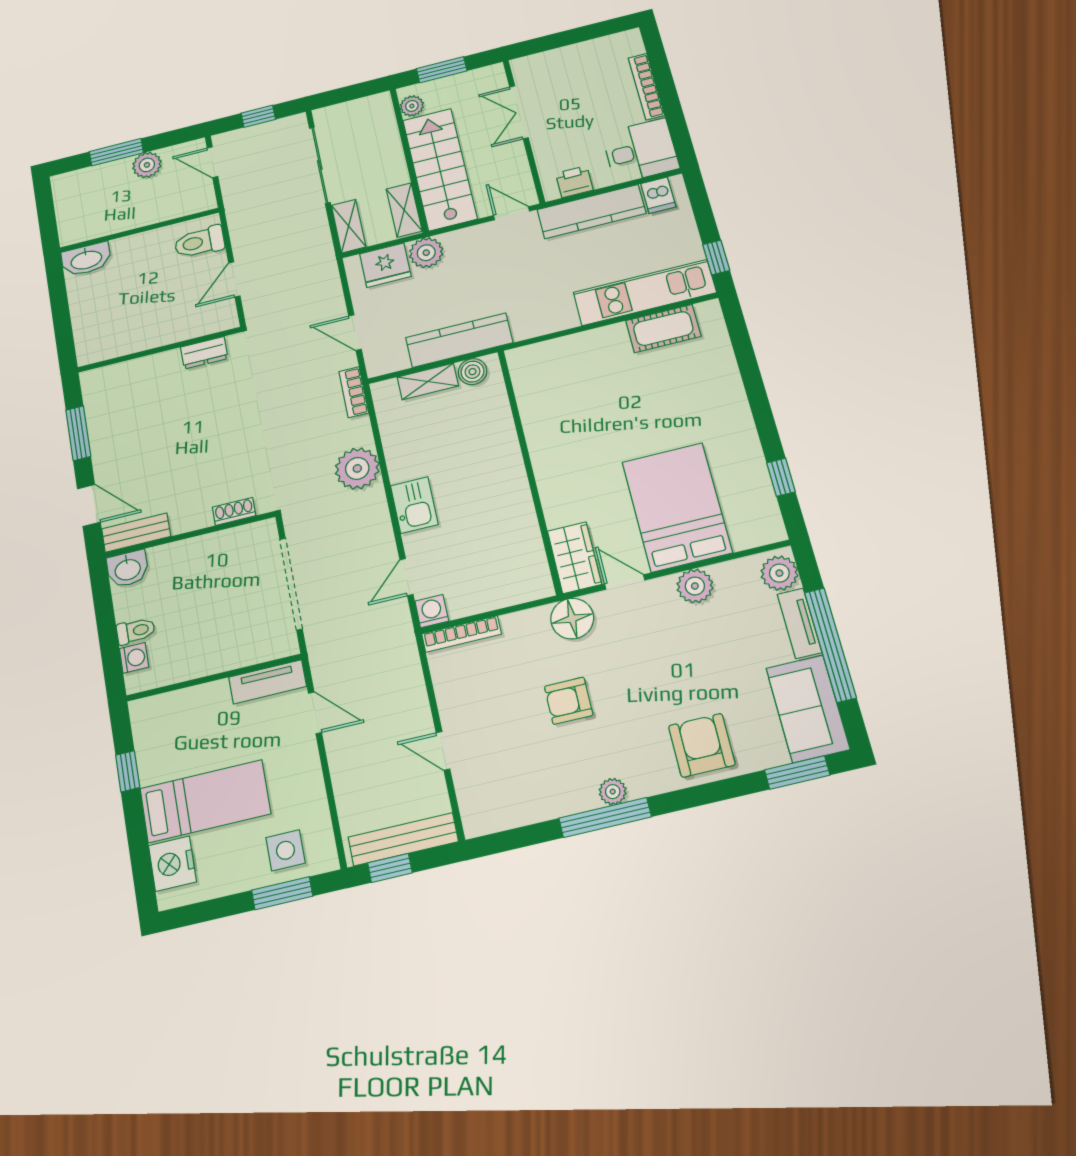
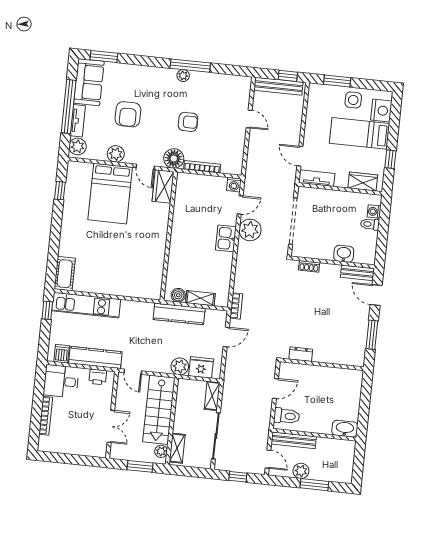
bench: (175, 208) -> (294, 440), added
shelving: (404, 210) -> (177, 448), moved
cot: (663, 329) -> (65, 274), moved, turned 90
door: (355, 333) -> (226, 337), hinge flipped
plant: (357, 468) -> (250, 230), moved
washbasin: (128, 569) -> (344, 254), moved
bookcase: (462, 634) -> (202, 167), moved
wardrobe: (172, 708) -> (363, 182), added
armchair: (702, 745) -> (128, 114), moved
side table: (285, 850) -> (353, 100), moved

